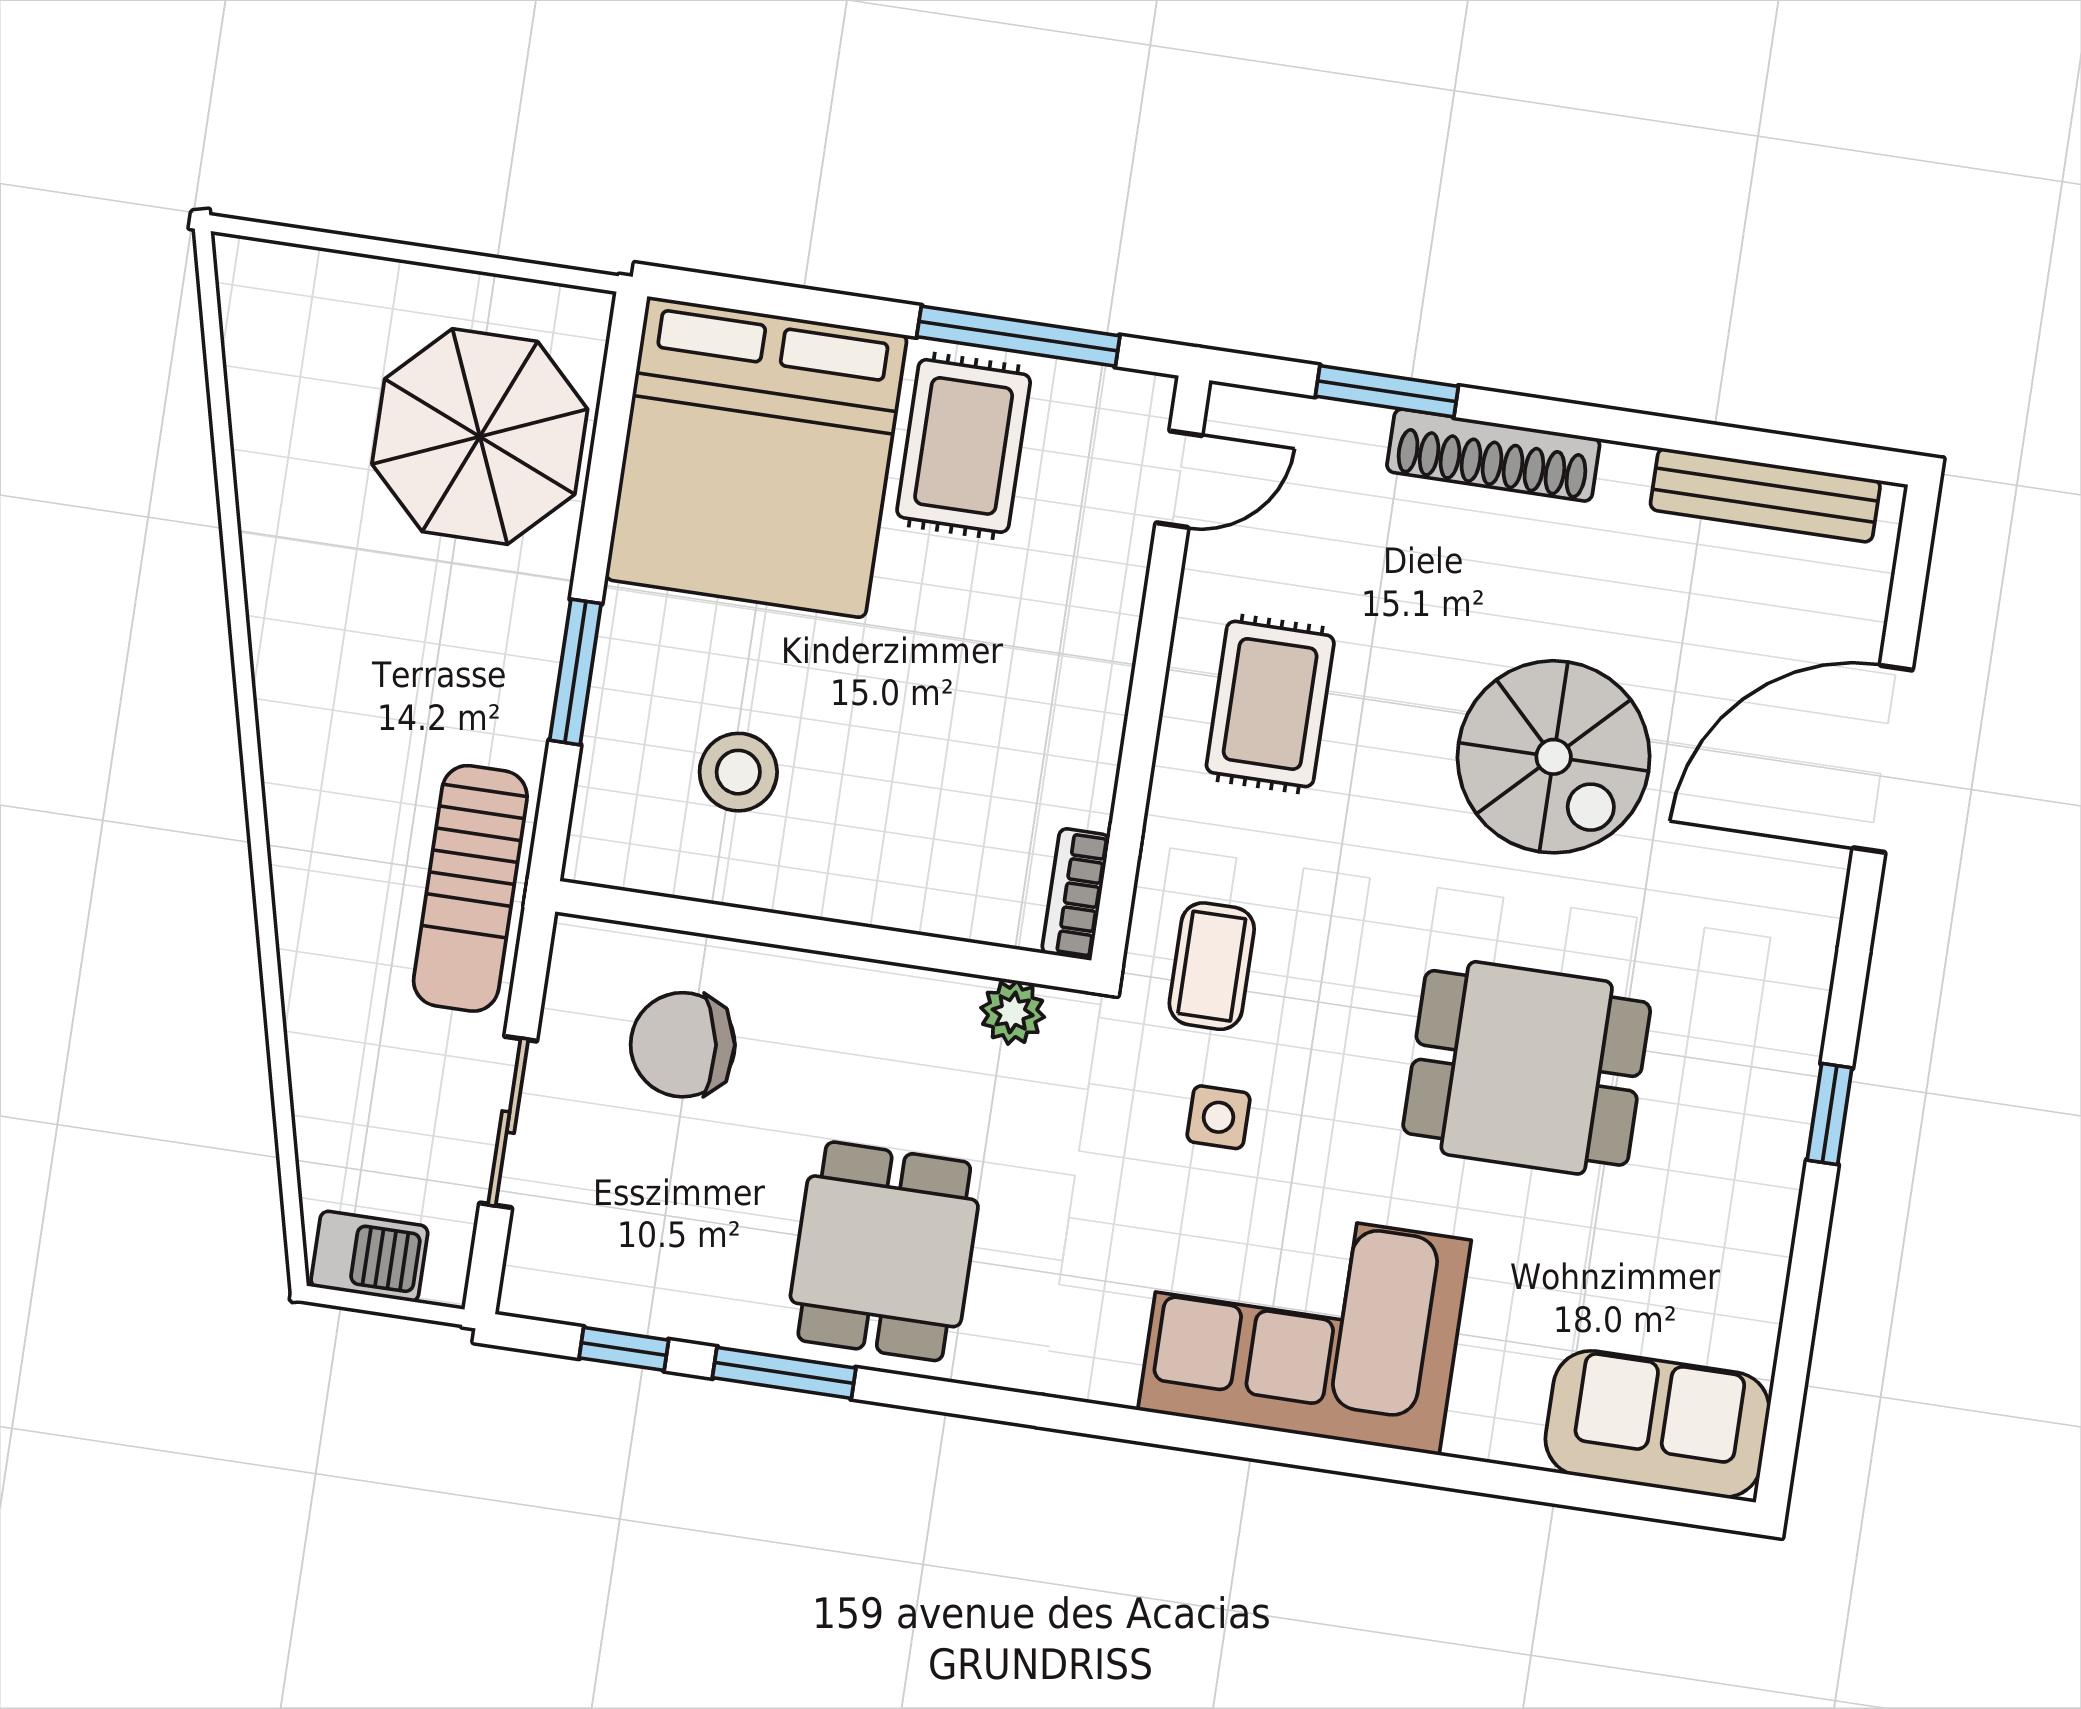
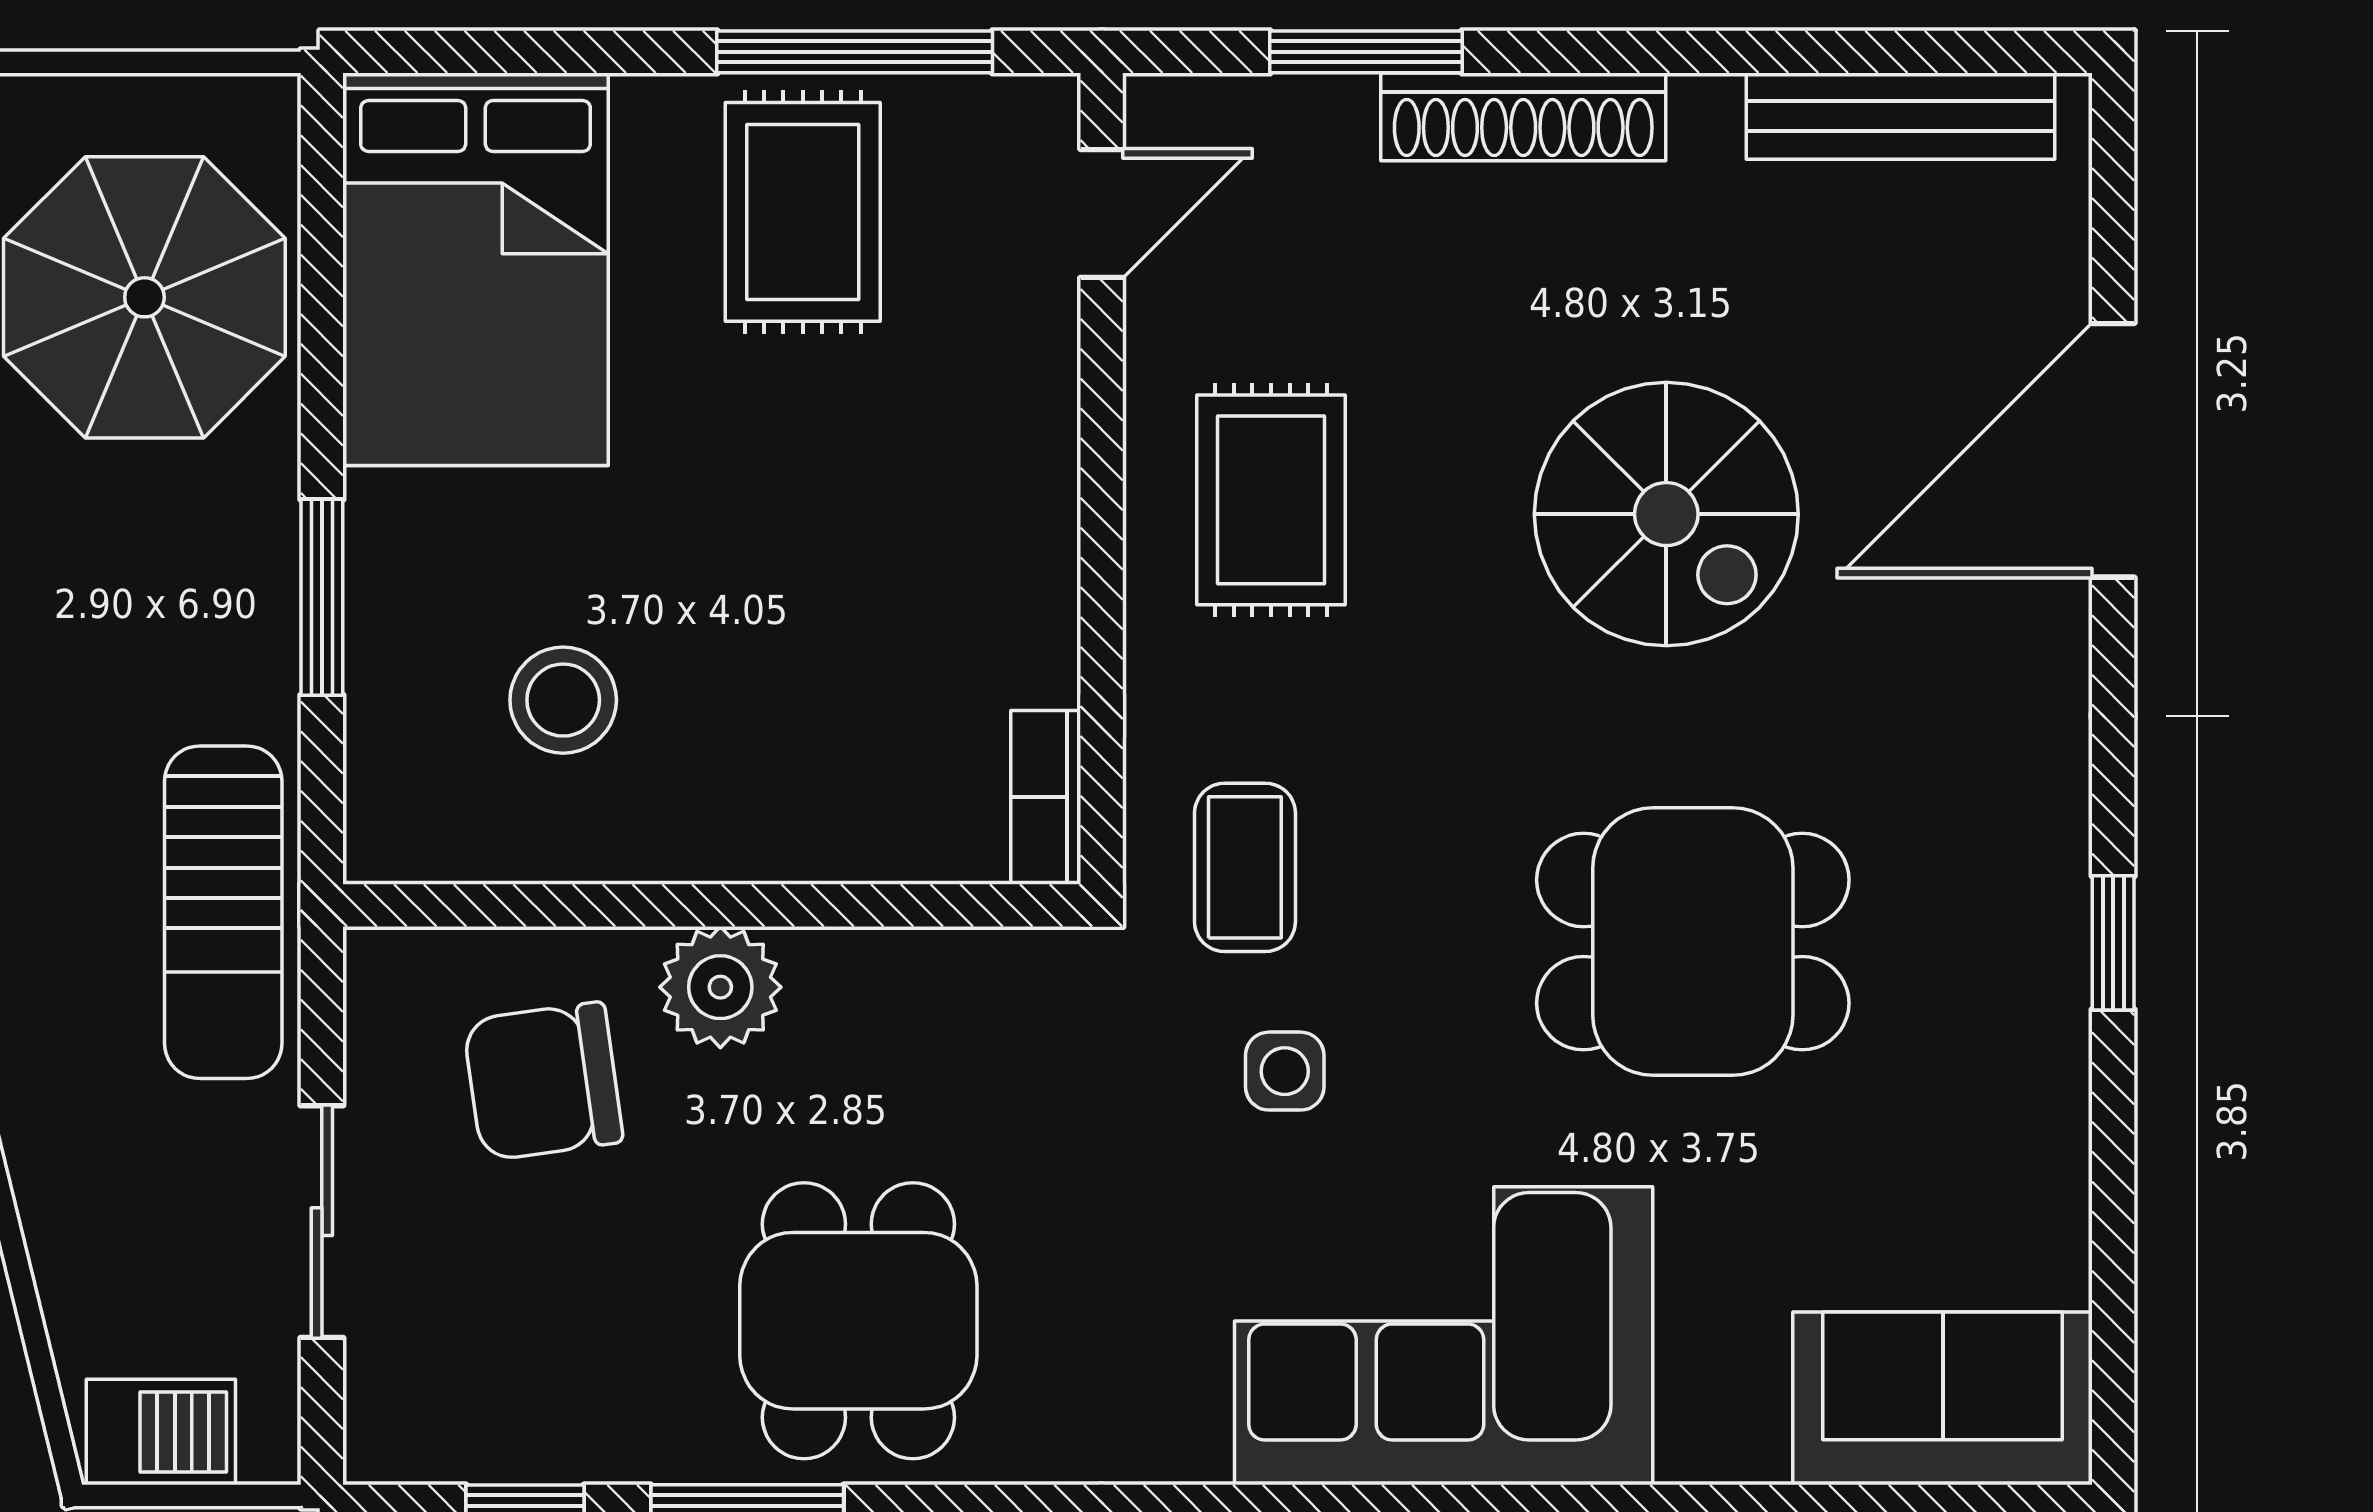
bed: (756, 457) -> (476, 269), width x0.73
plant: (1013, 1012) -> (720, 987), moved, width x1.38, depth x1.38

